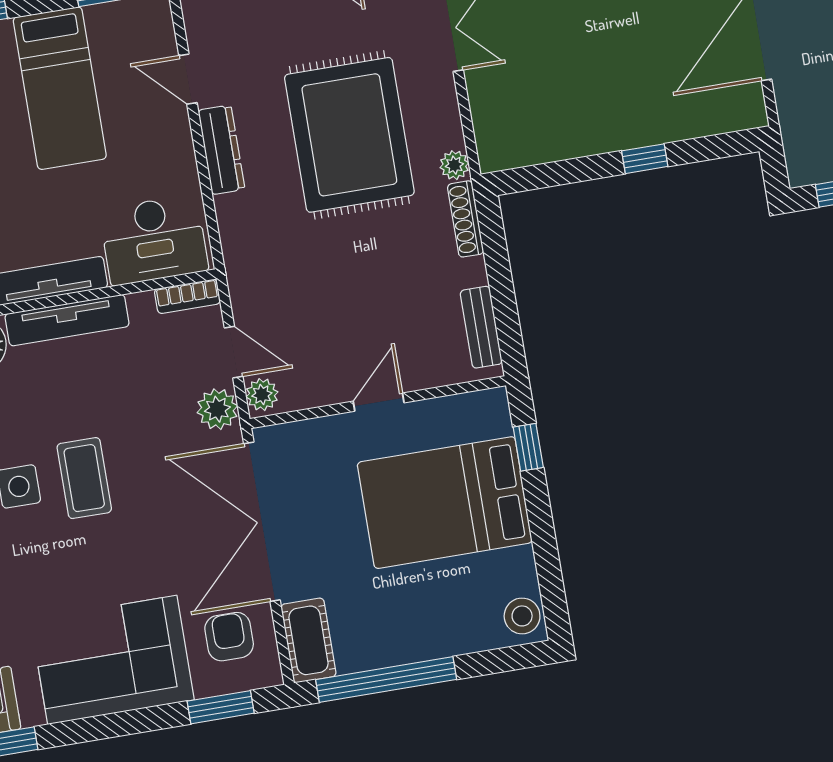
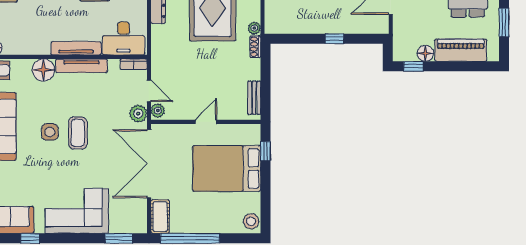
shoe rack: (466, 219) -> (255, 47), width x0.70
armchair: (229, 637) -> (127, 209), removed

